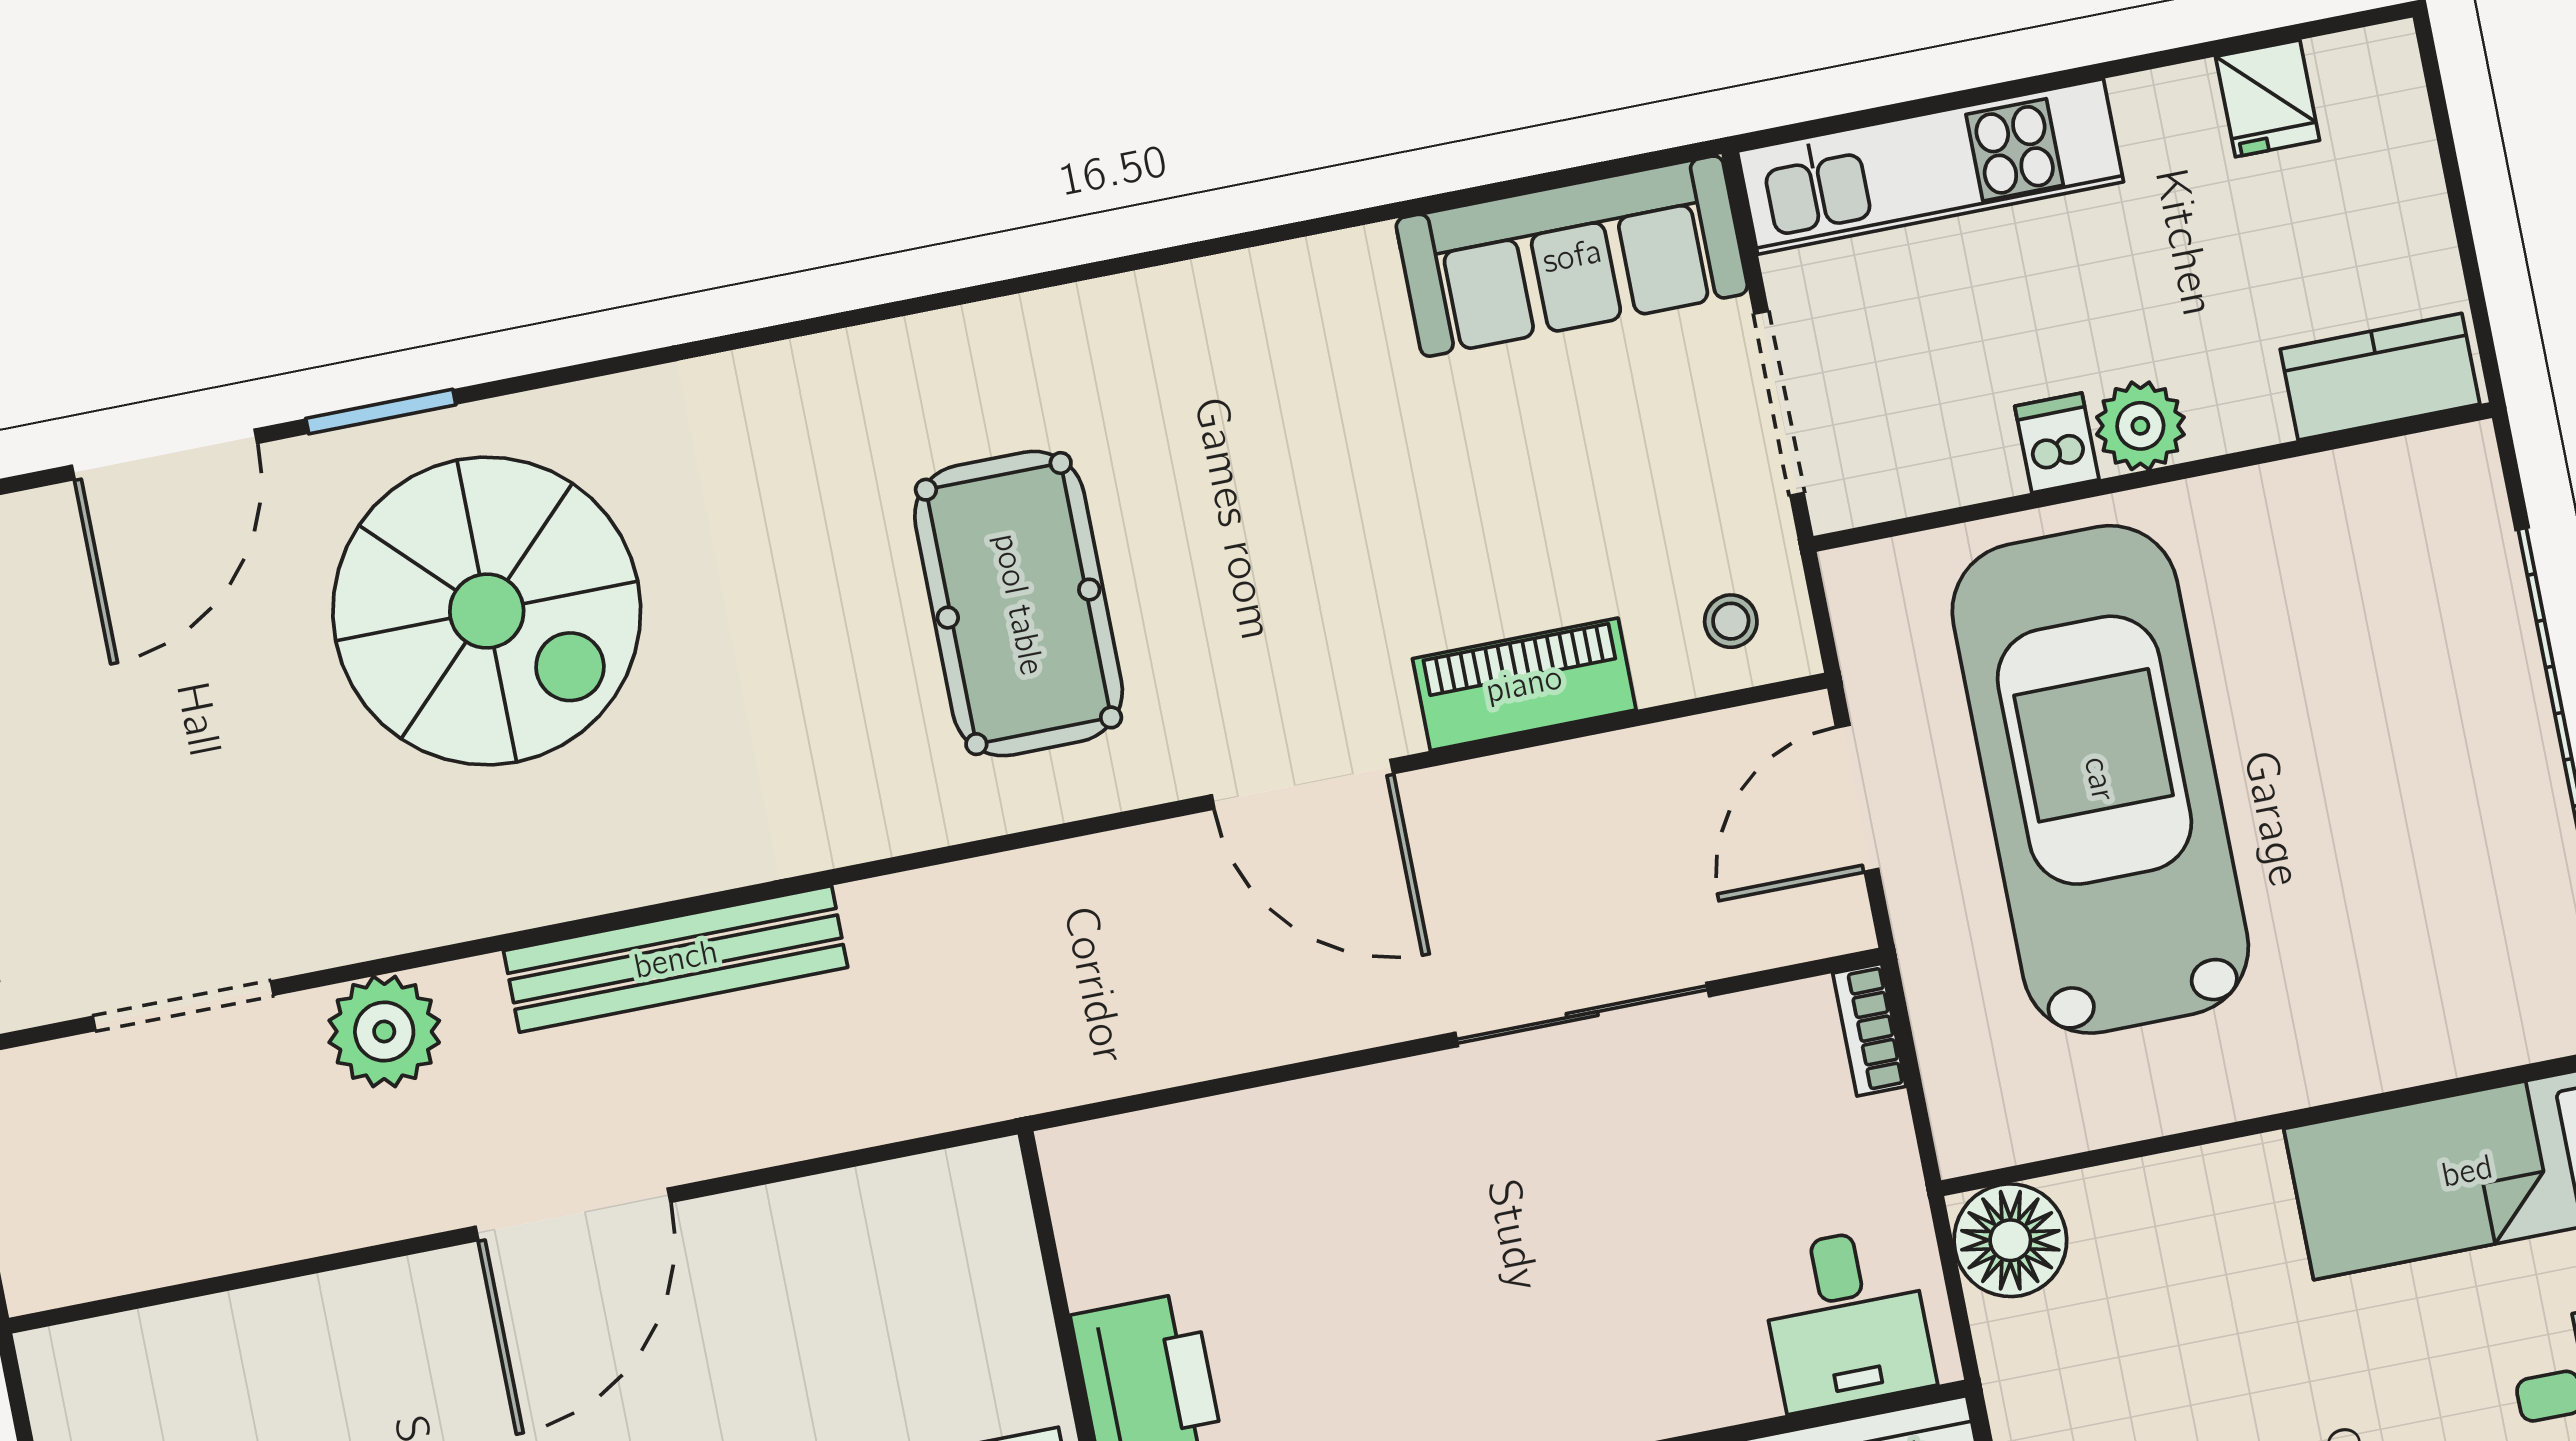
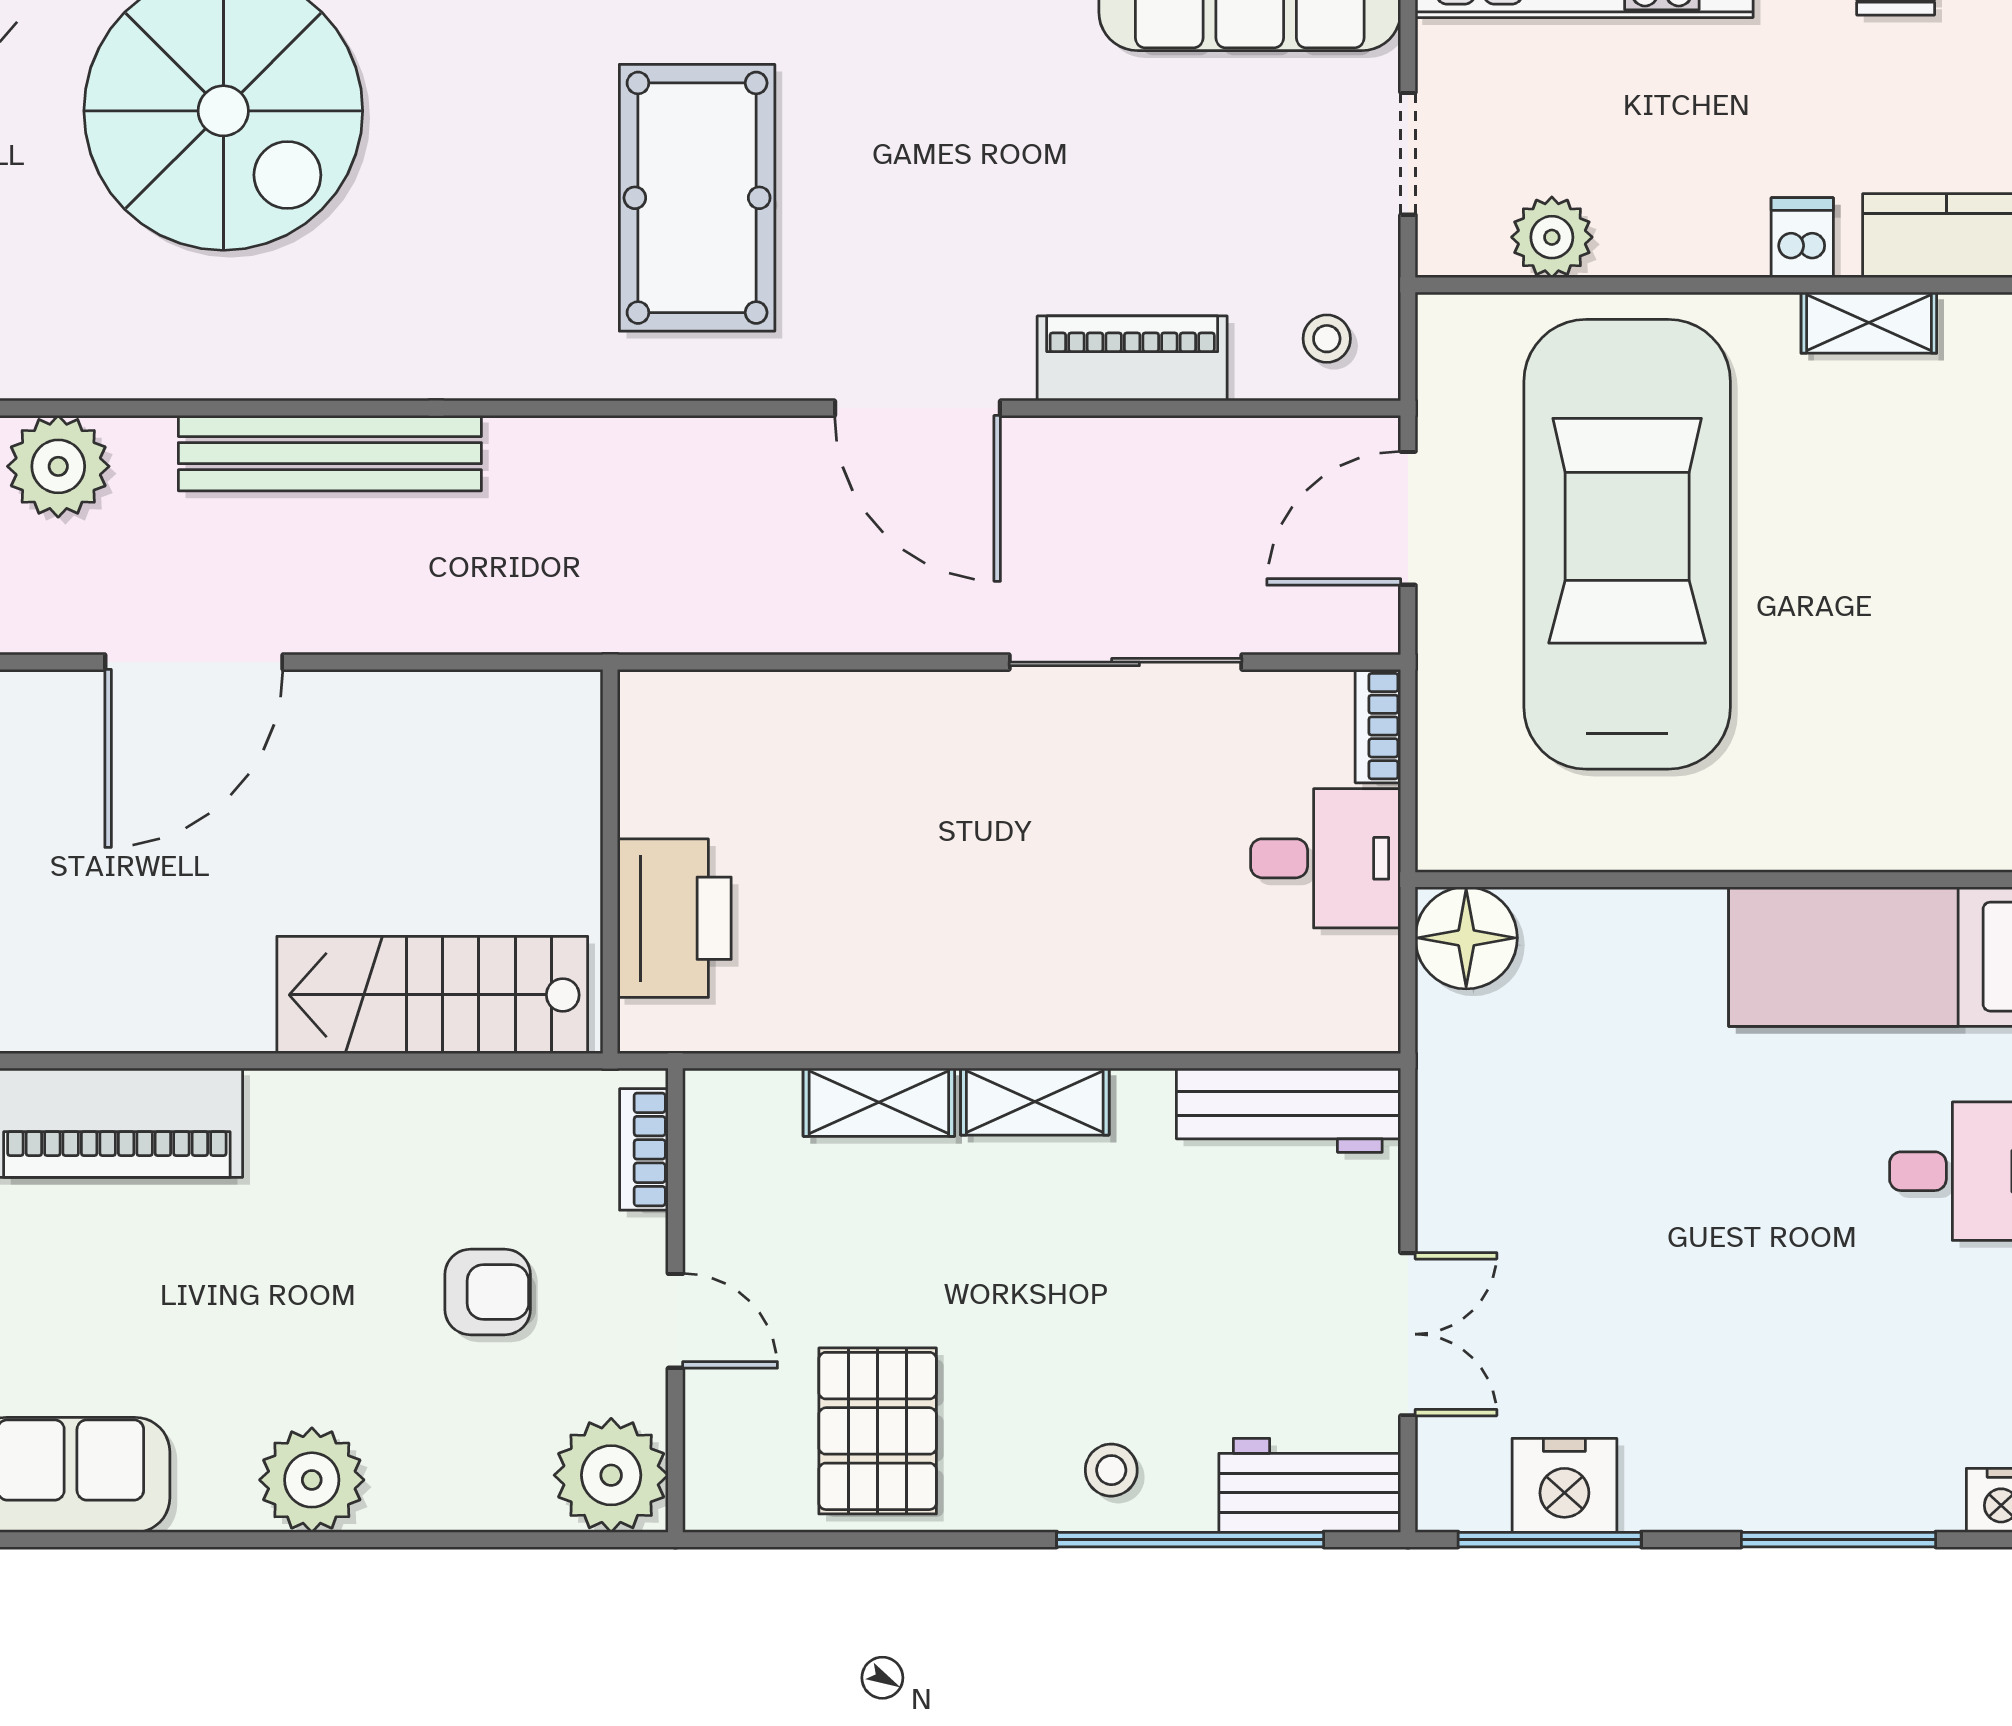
doorway: (1779, 403) -> (1408, 154), width x0.73
plant: (2140, 426) -> (1552, 237), moved
dishwasher: (2057, 443) -> (1802, 238), moved
shelving: (2315, 488) -> (1869, 323), added
desk: (1846, 1319) -> (1326, 858), moved, turned -90

